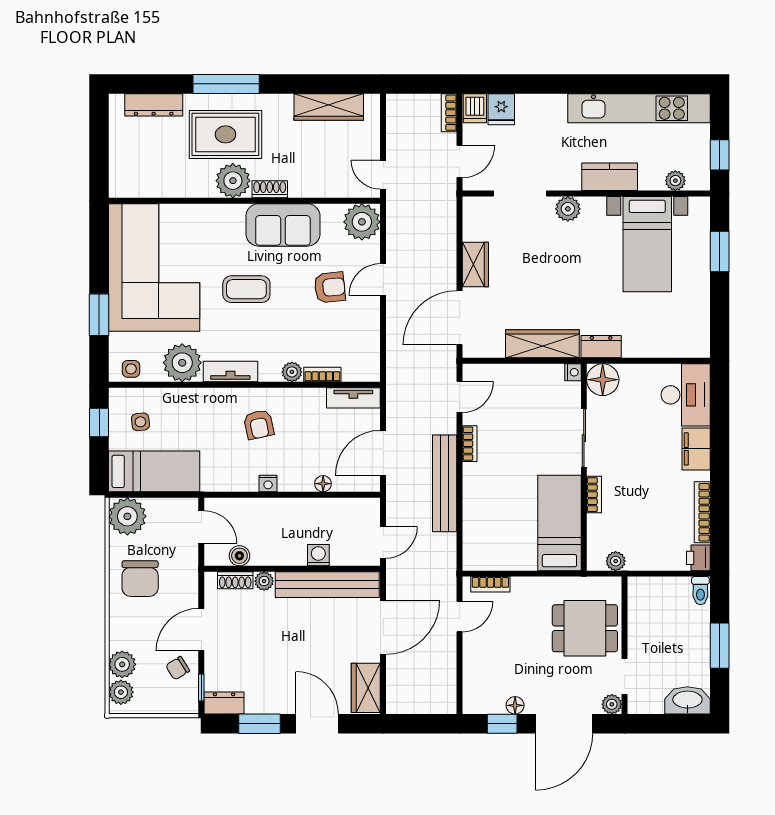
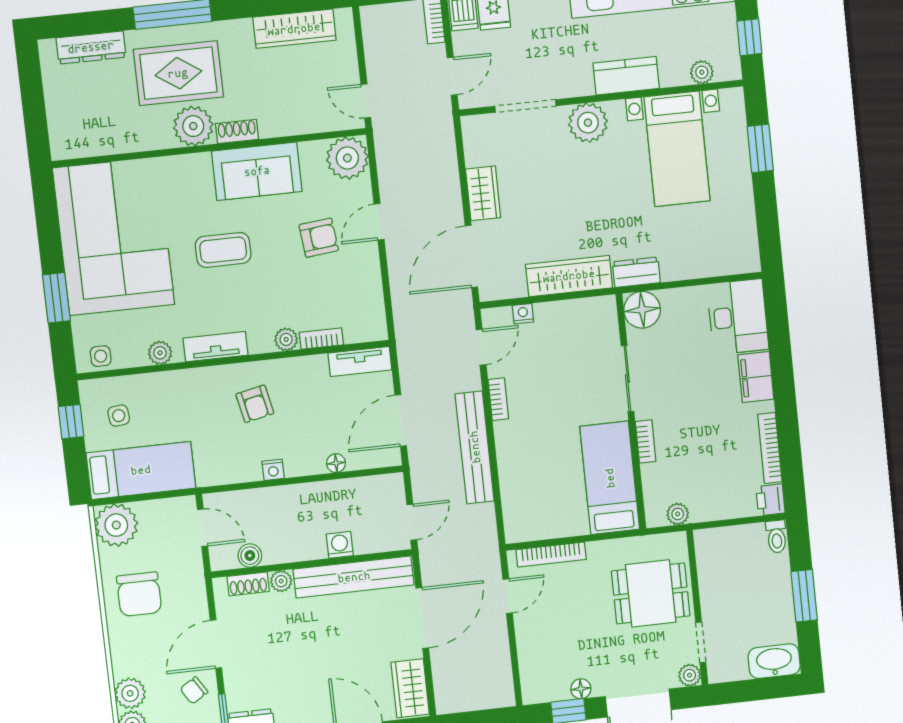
plant: (568, 209) -> (588, 123), width x1.36, depth x1.36
plant: (182, 363) -> (160, 353), width x0.53, depth x0.53
nightstand: (573, 372) -> (523, 314), moved, turned -90
bookcase: (490, 584) -> (551, 555), width x1.56

